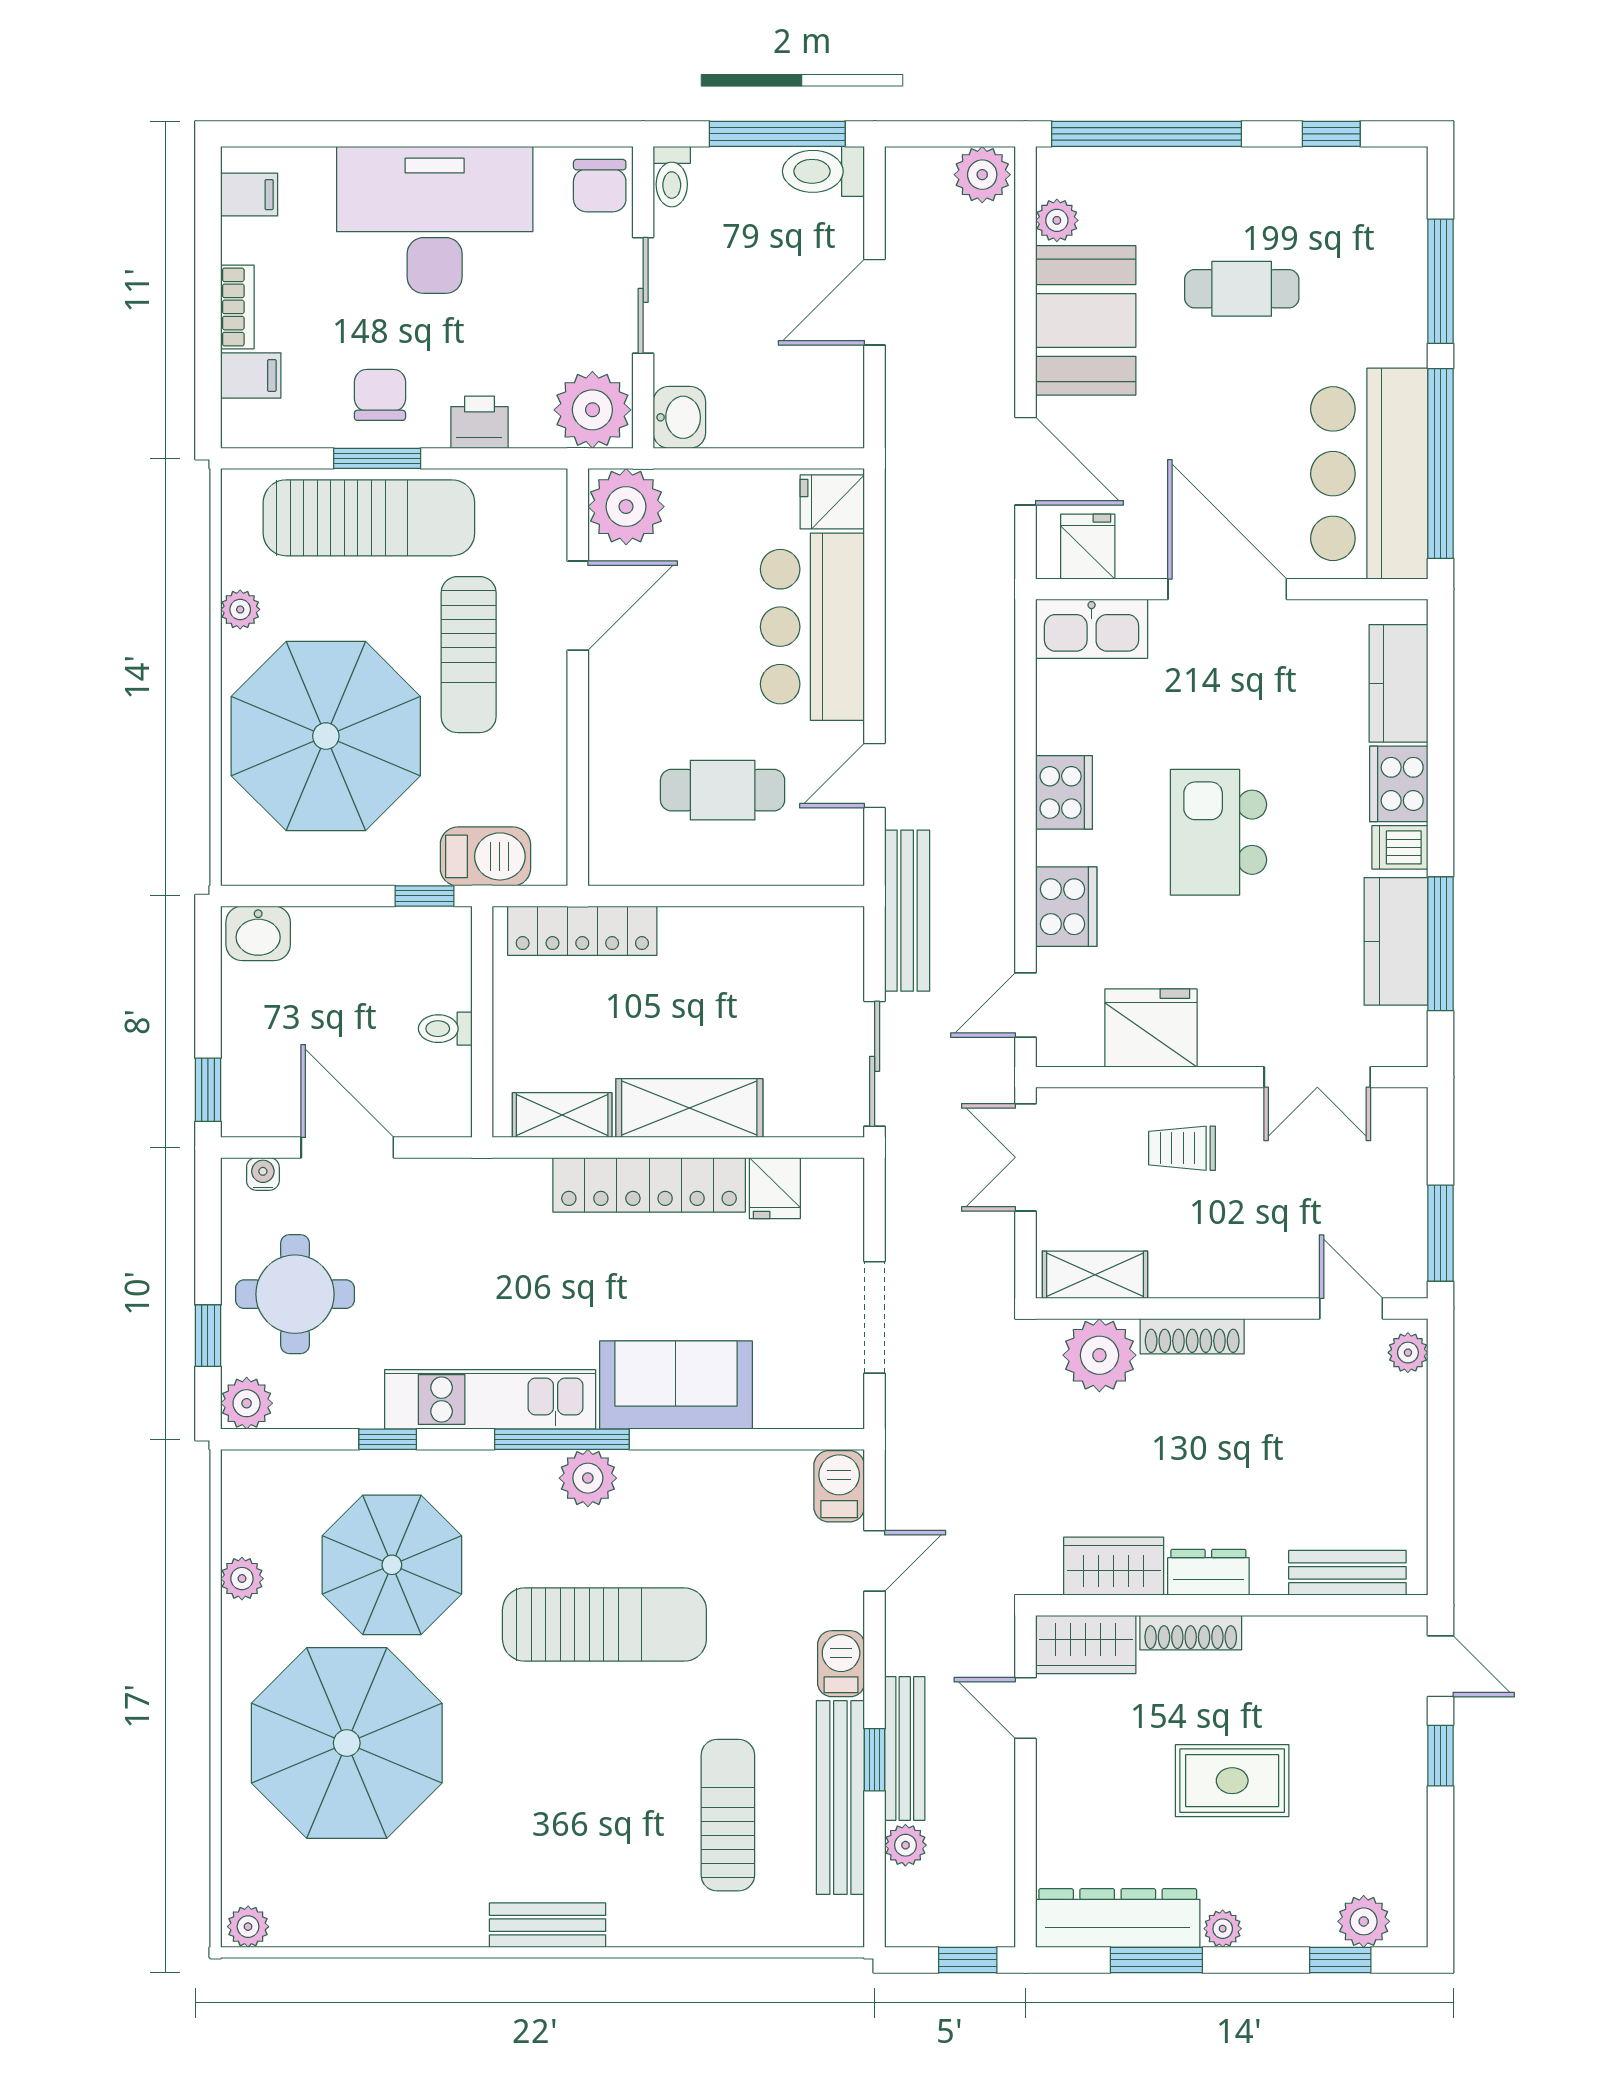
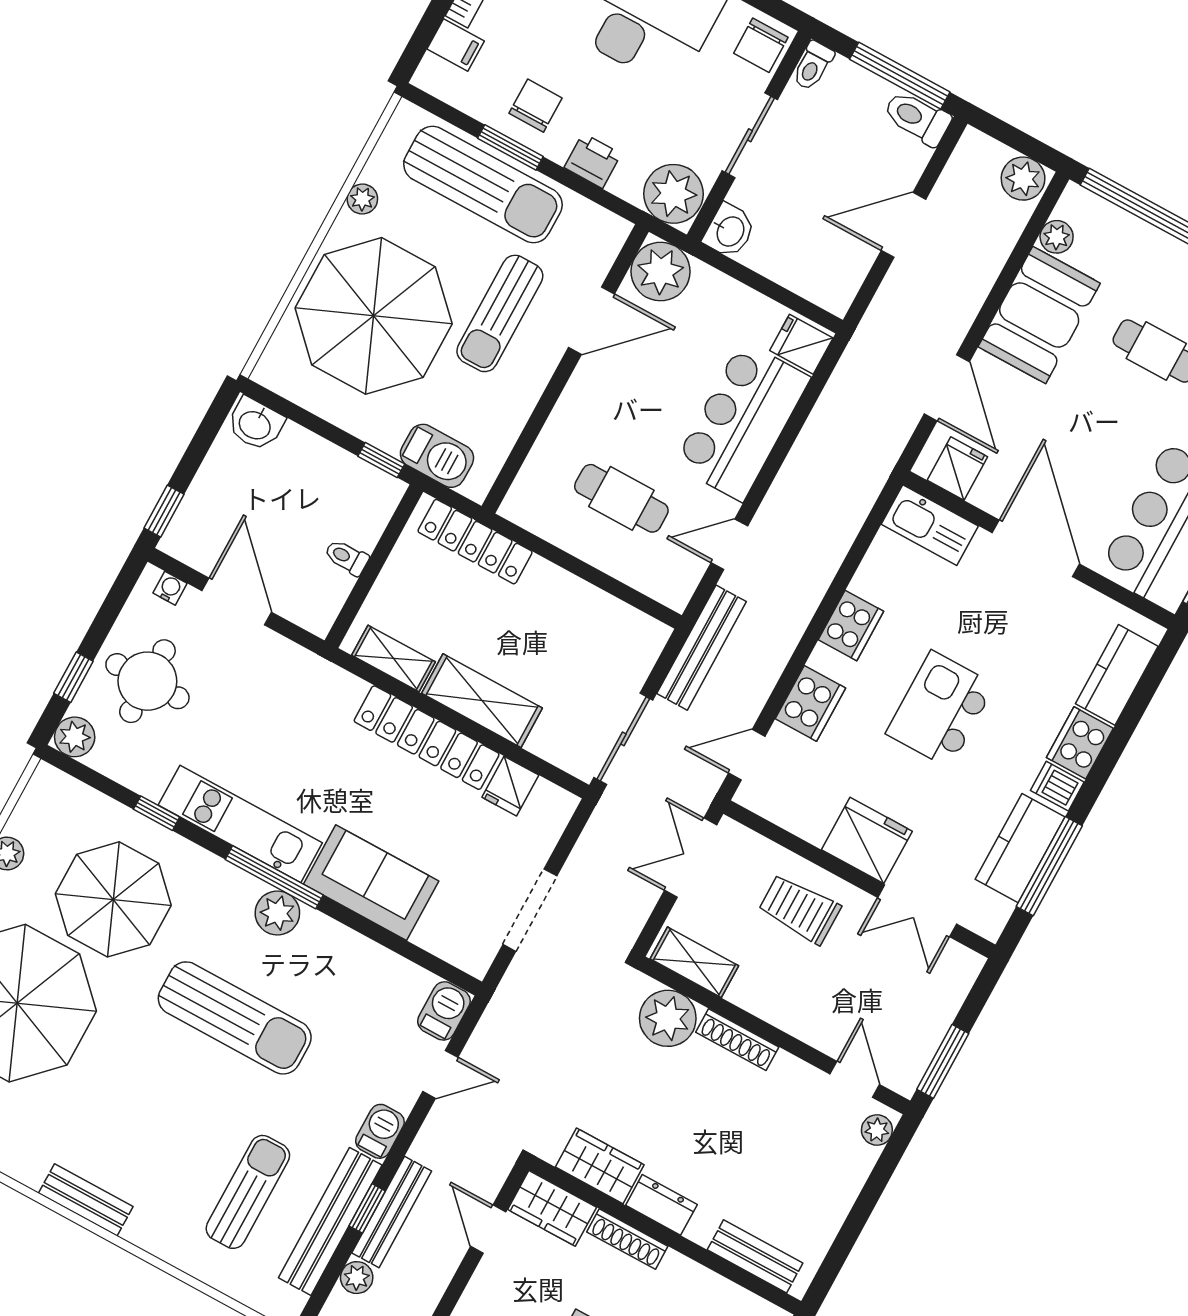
fridge: (1151, 1028) -> (867, 840), moved
trolley: (1182, 1148) -> (800, 909), width x1.36, depth x1.39

